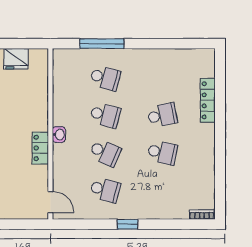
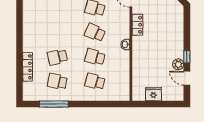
window: (102, 44) -> (54, 104), moved
locker: (40, 148) -> (137, 25), moved
school desk: (162, 153) -> (57, 82), moved

